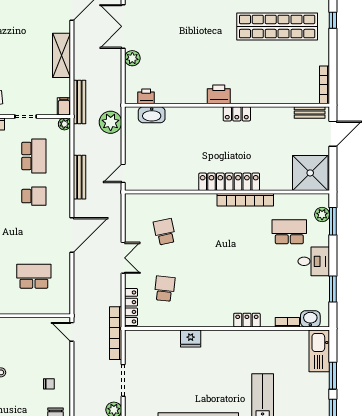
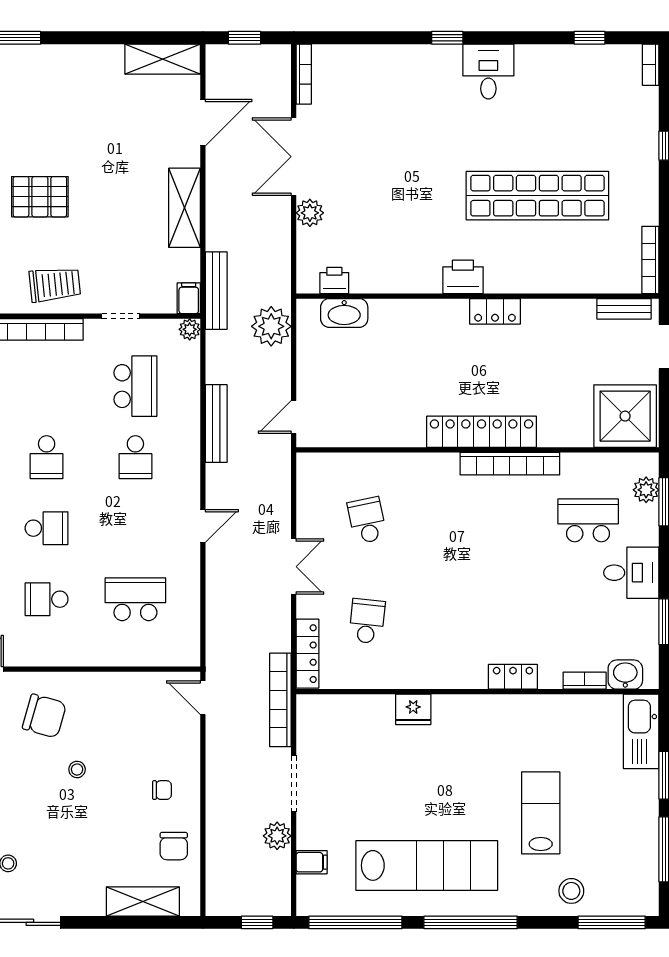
shop shelf: (277, 27) -> (537, 196), moved
school desk: (34, 196) -> (135, 457), turned 90
door: (72, 235) -> (203, 526), width x0.53

